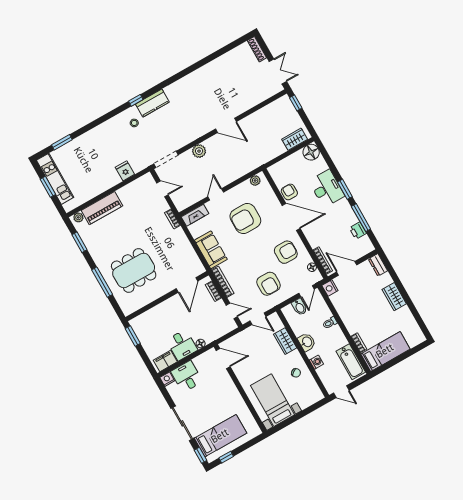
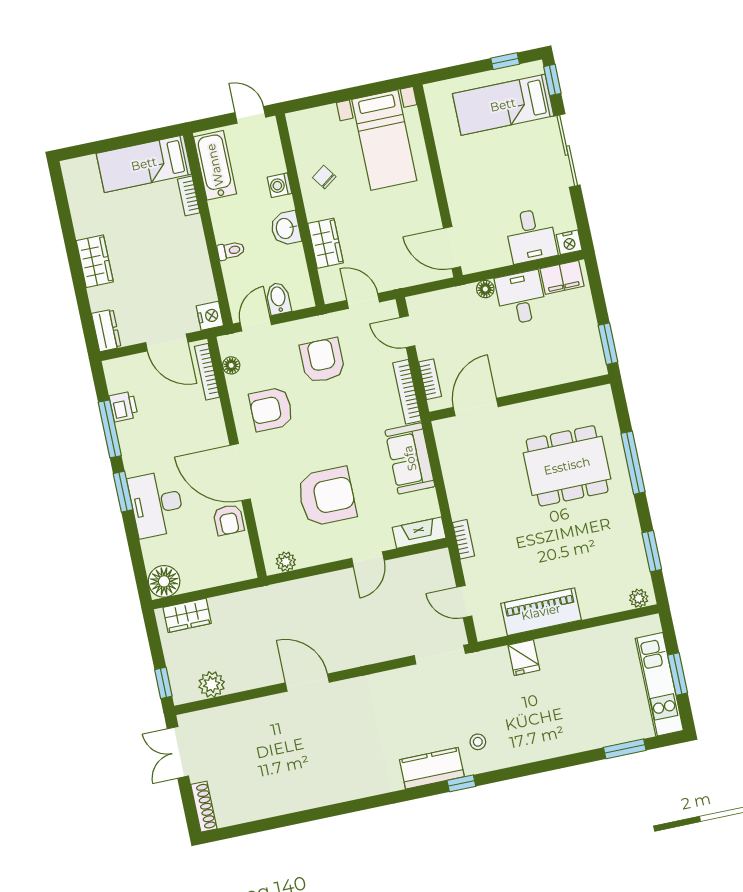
plant: (199, 151) -> (212, 684), moved
piano: (102, 208) -> (541, 612), moved

